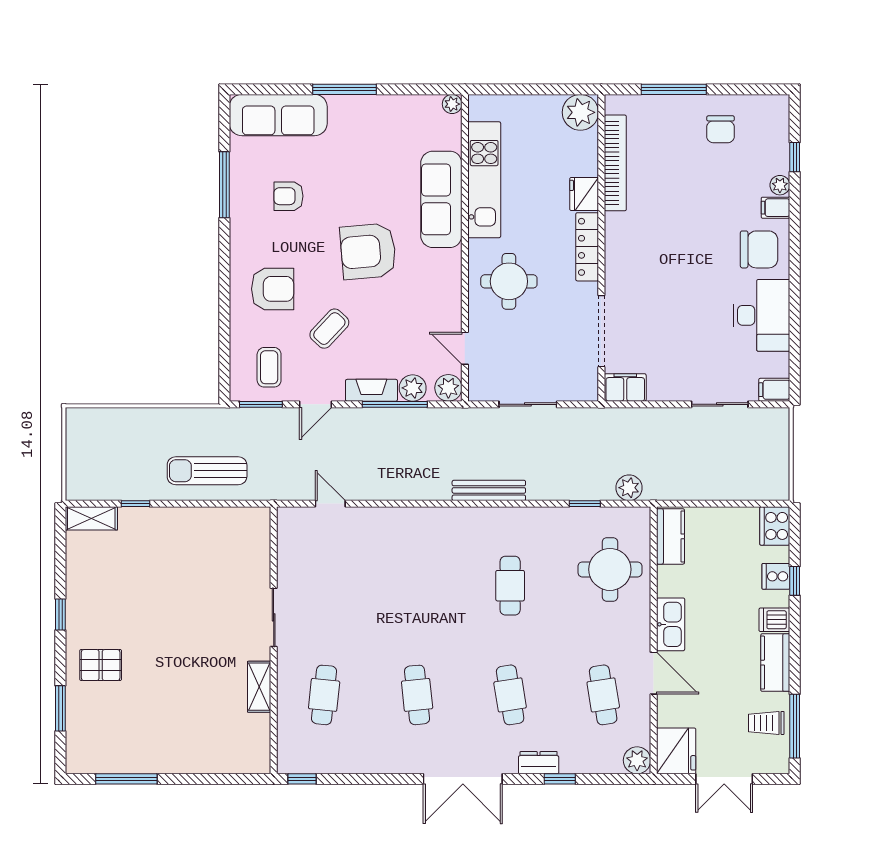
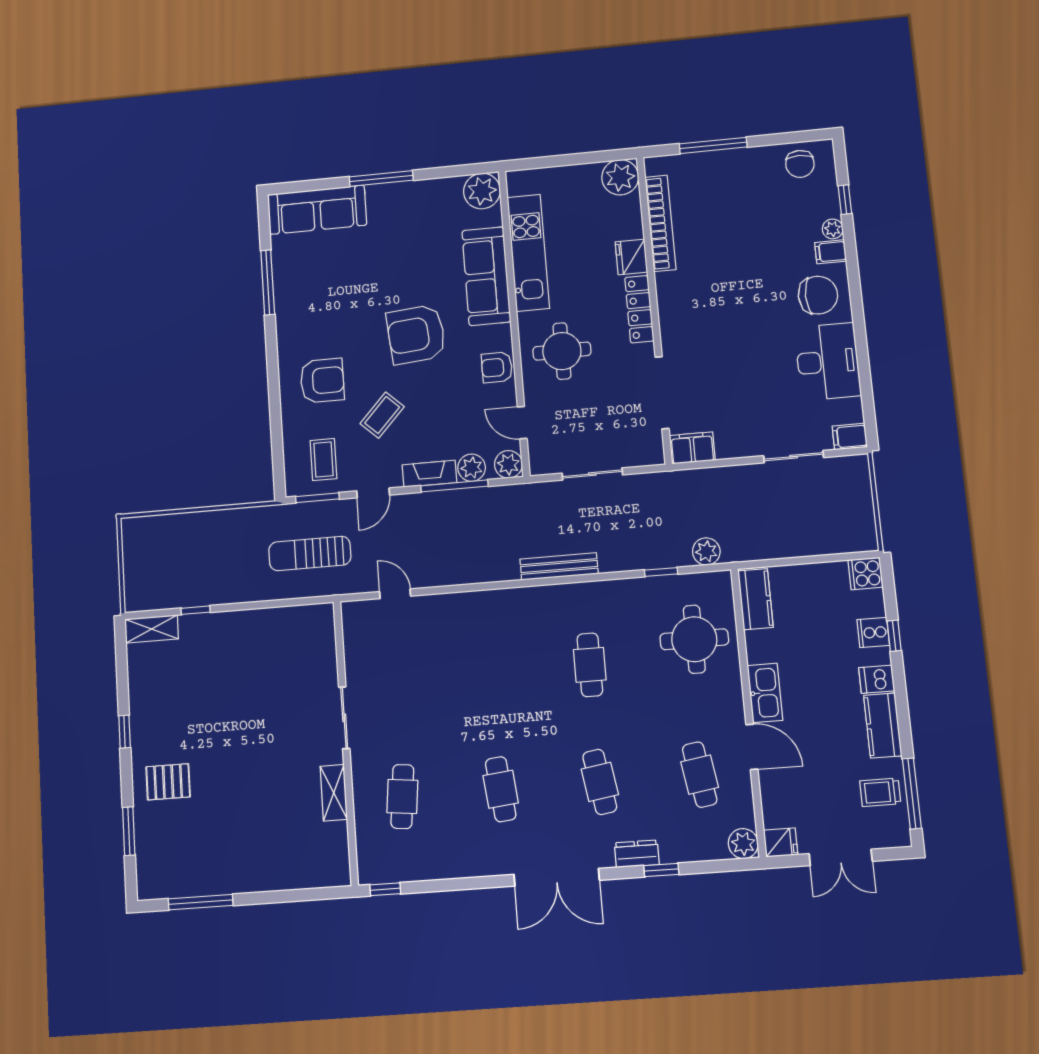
plant: (452, 104) -> (482, 191), width x1.87, depth x1.87
chair: (721, 129) -> (800, 164), moved
armchair: (289, 196) -> (497, 367), moved
sun lounger: (207, 471) -> (310, 553), moved
cooker: (775, 526) -> (865, 573), width x0.73
fridge: (676, 751) -> (781, 842), width x0.53, depth x0.75

